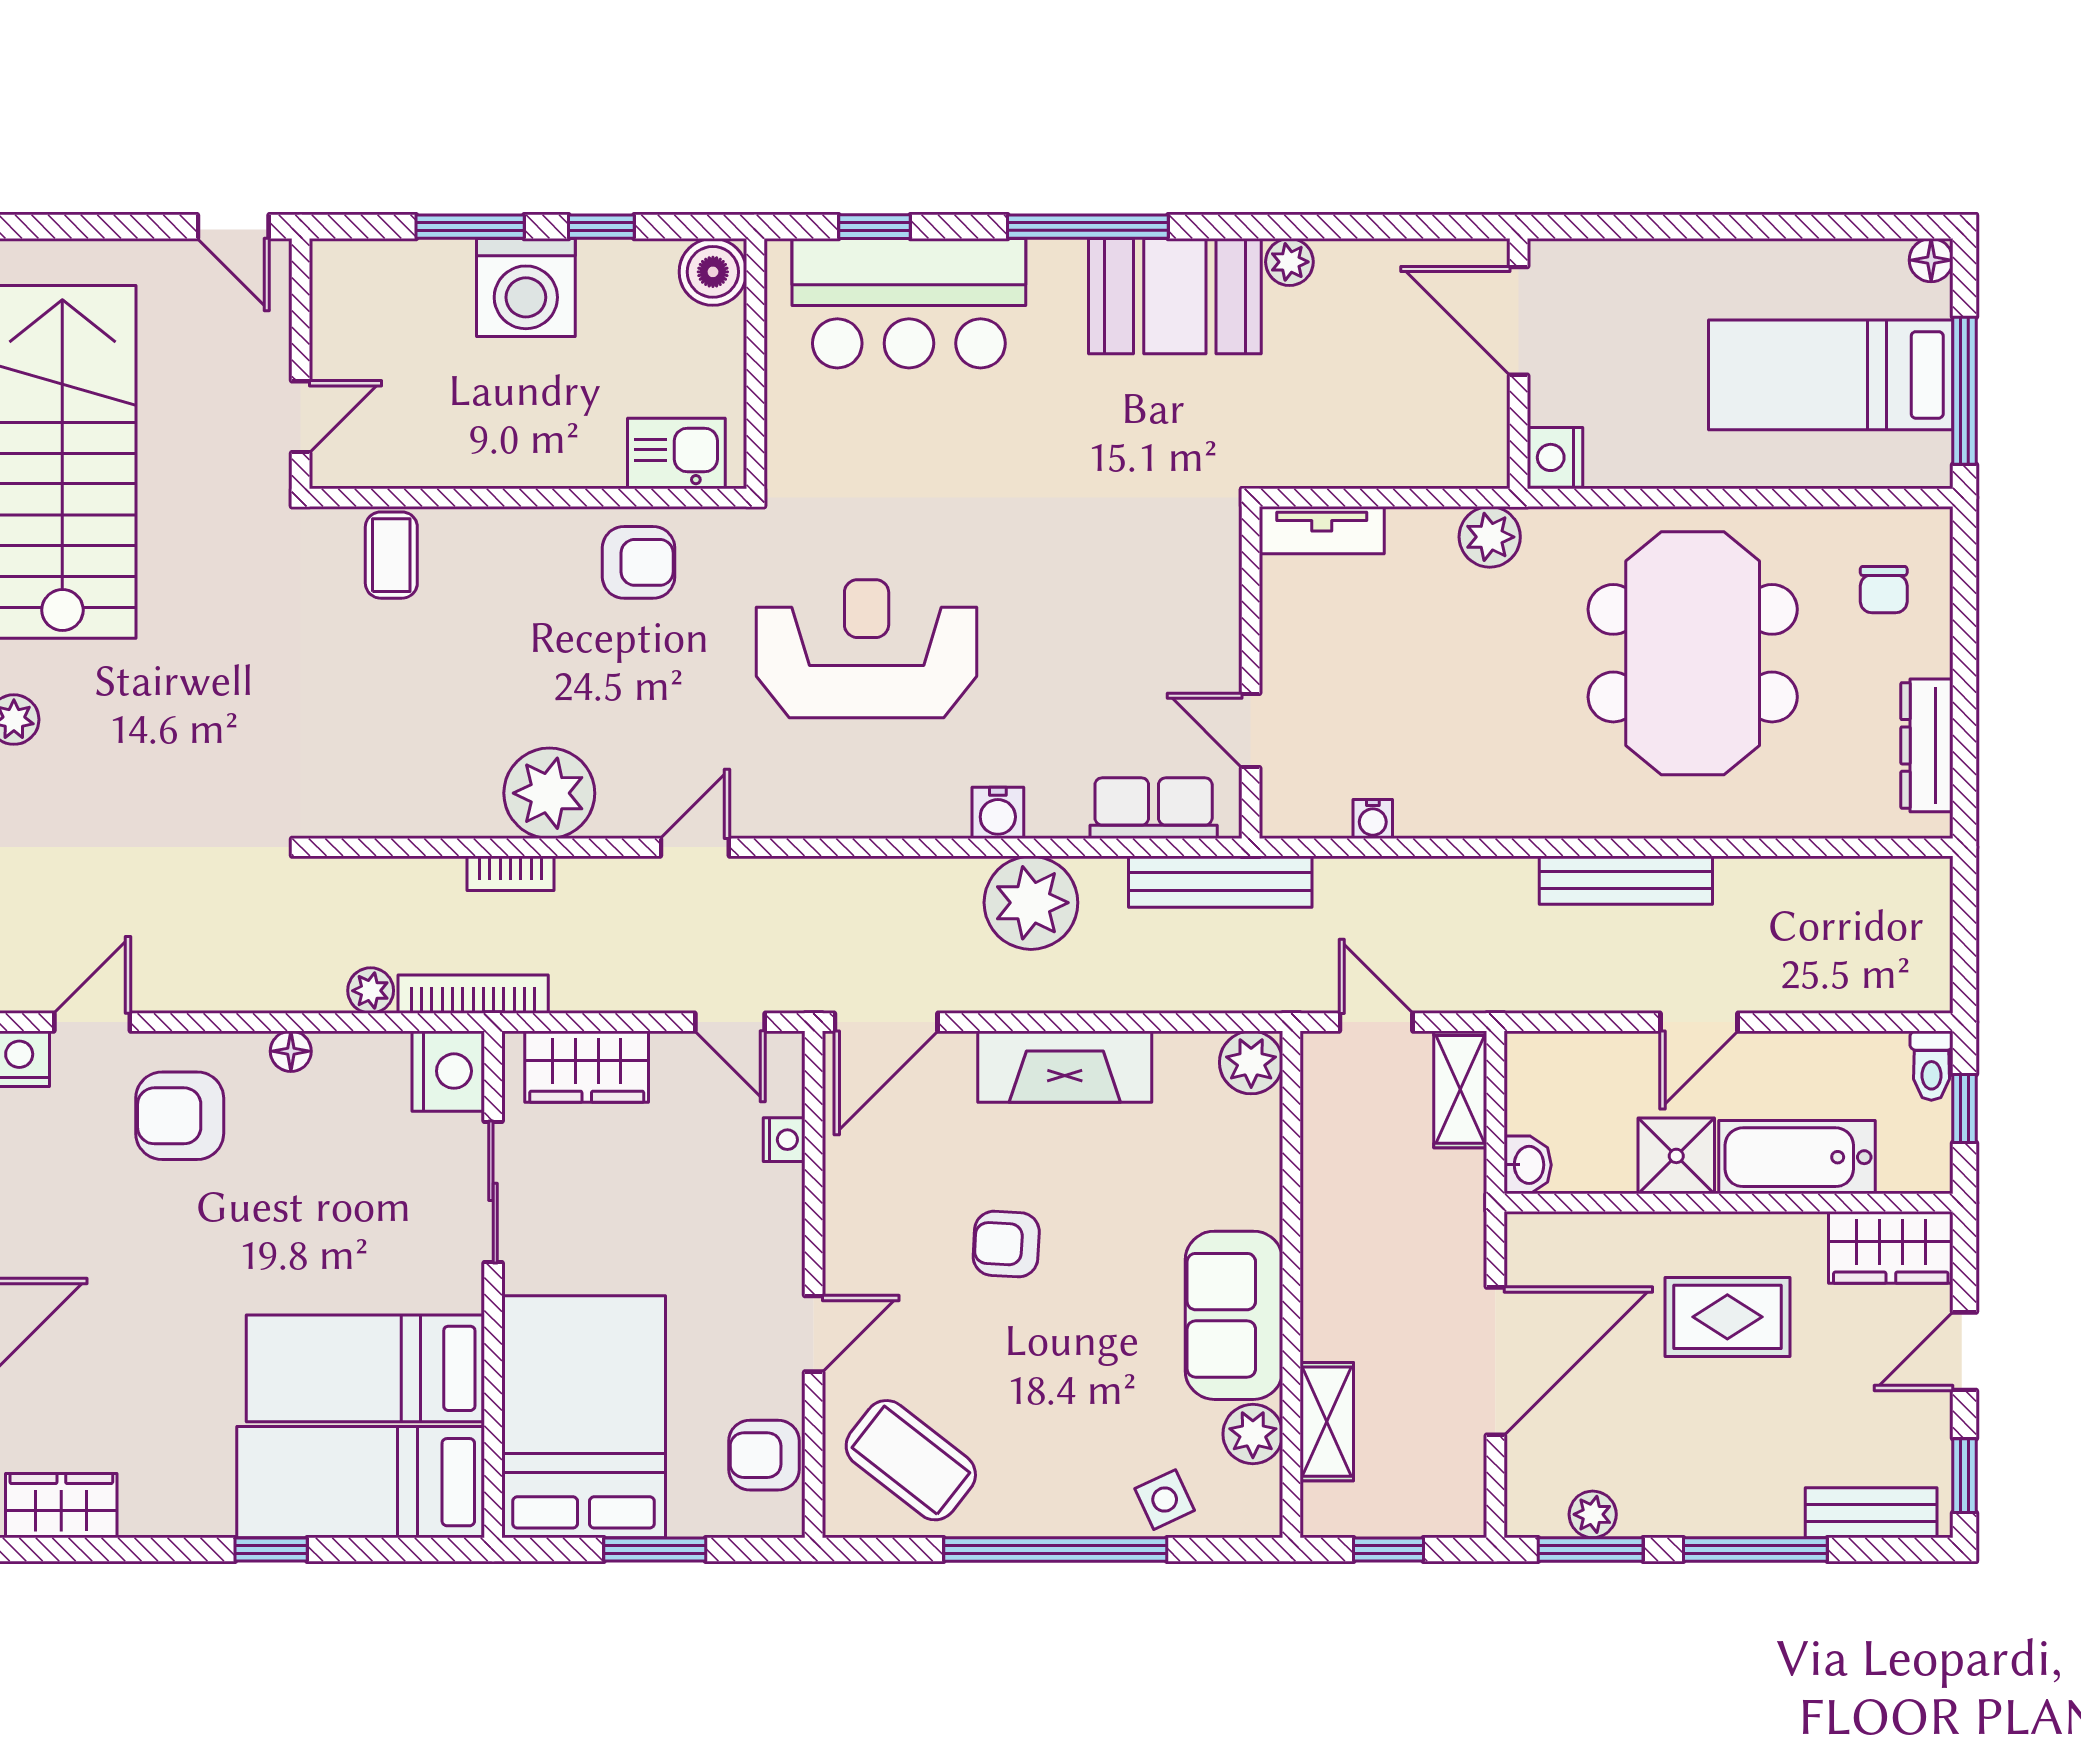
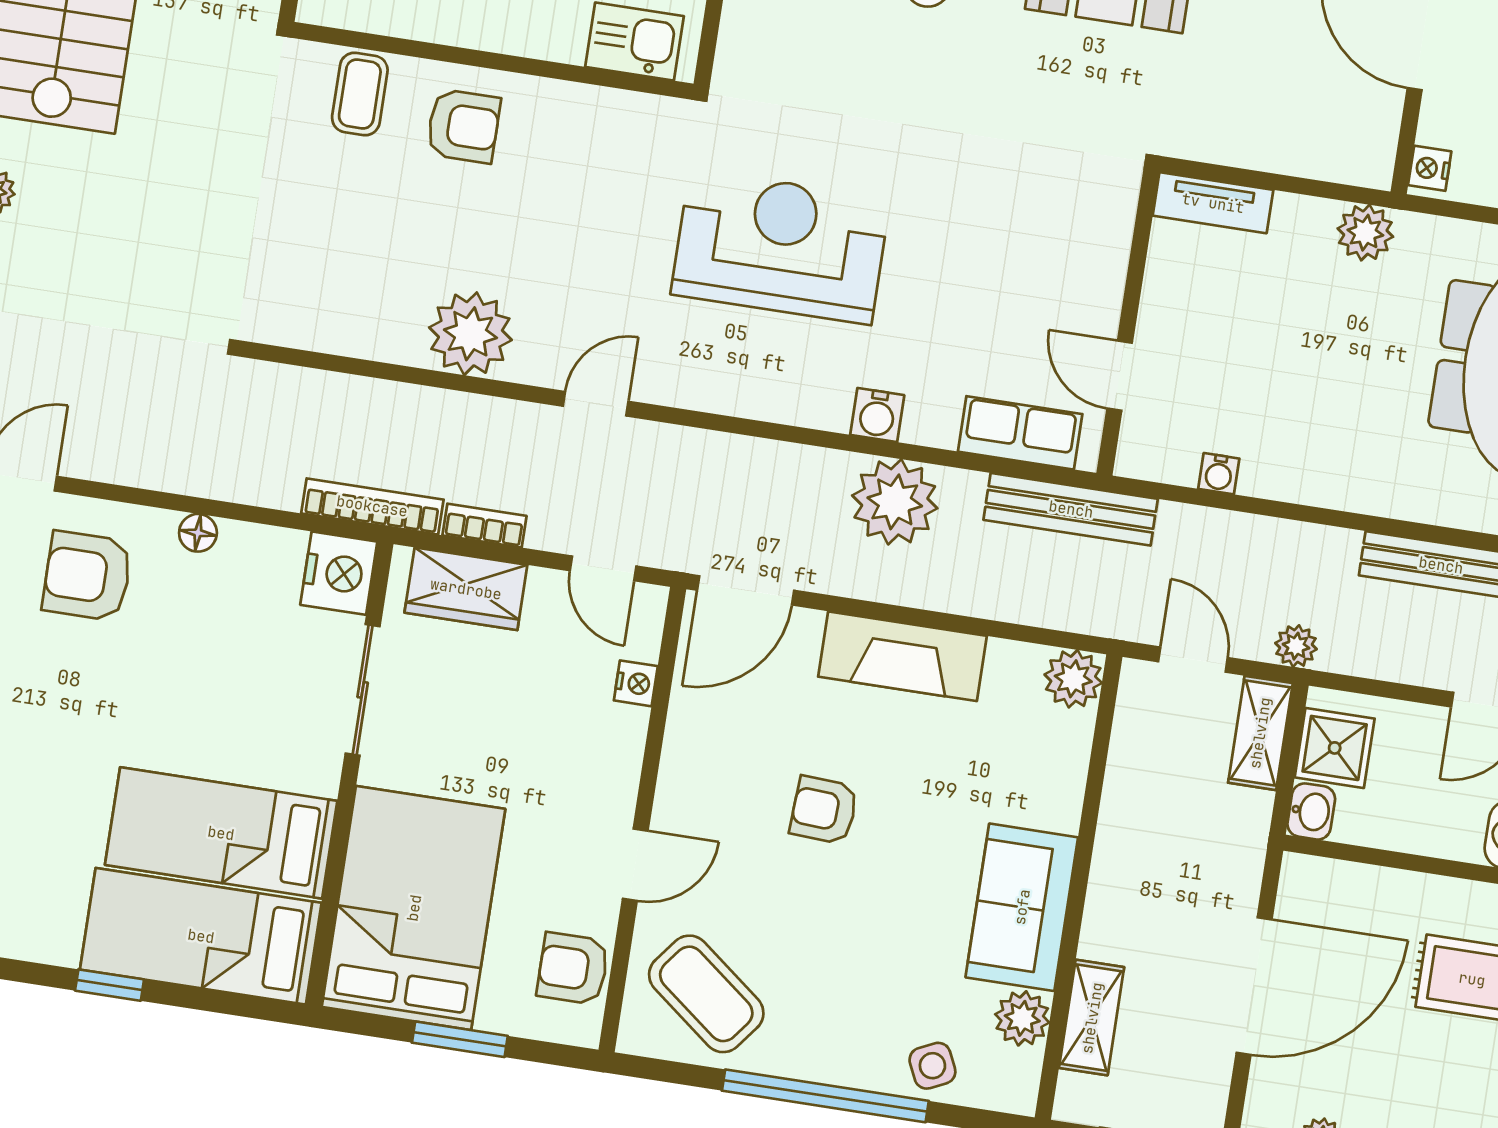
nightstand: (1555, 457) -> (1430, 168), width x0.72, depth x0.74
armchair: (639, 562) -> (463, 126), moved
bookcase: (510, 873) -> (485, 526), moved, turned 180
plant: (371, 991) -> (1296, 646), moved
shower: (1676, 1156) -> (1335, 748), moved

